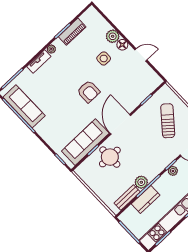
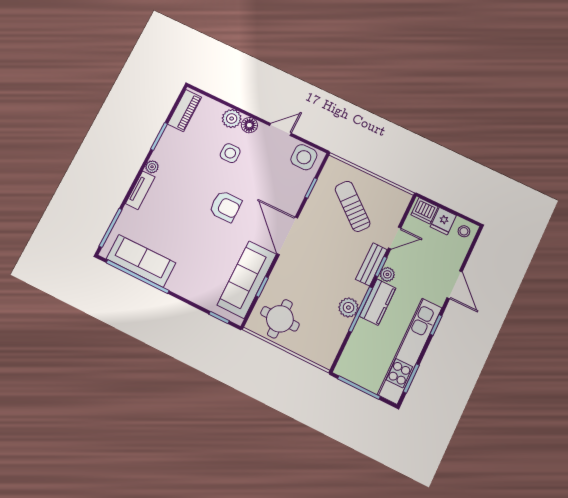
piano: (72, 32) -> (185, 111), moved
side table: (149, 78) -> (304, 157), added
round table: (110, 157) -> (280, 319), moved
bench: (127, 197) -> (371, 264), moved
kitchen counter: (146, 199) -> (378, 302), moved

